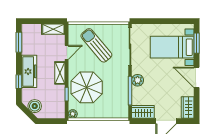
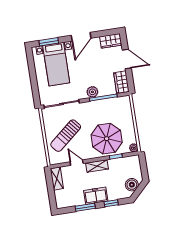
window: (19, 42) -> (85, 207), moved
freezer: (29, 71) -> (96, 196), width x0.71

